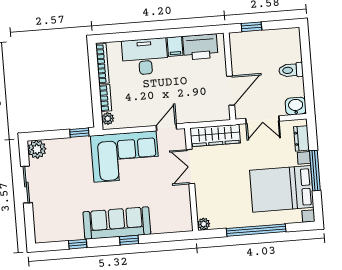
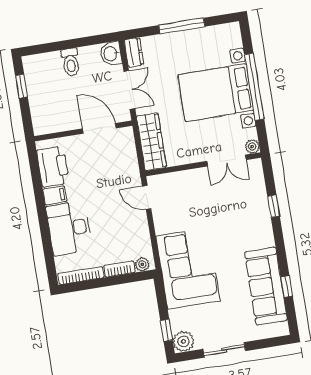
window: (251, 27) -> (21, 86), moved
window: (79, 133) -> (166, 330), moved
dresser: (301, 138) -> (134, 52), moved, turned -90
corner sofa: (125, 157) -> (188, 268), moved
double door: (190, 167) -> (226, 160), moved
bed with nightstands: (282, 189) -> (216, 93), moved, turned 90
sofa: (117, 223) -> (266, 286), moved
window: (129, 240) -> (274, 206), moved

